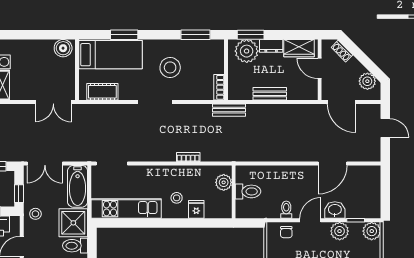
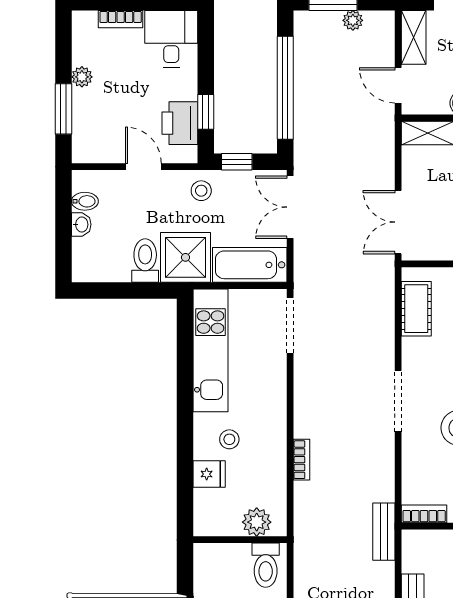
toilet: (248, 191) -> (266, 565), moved

